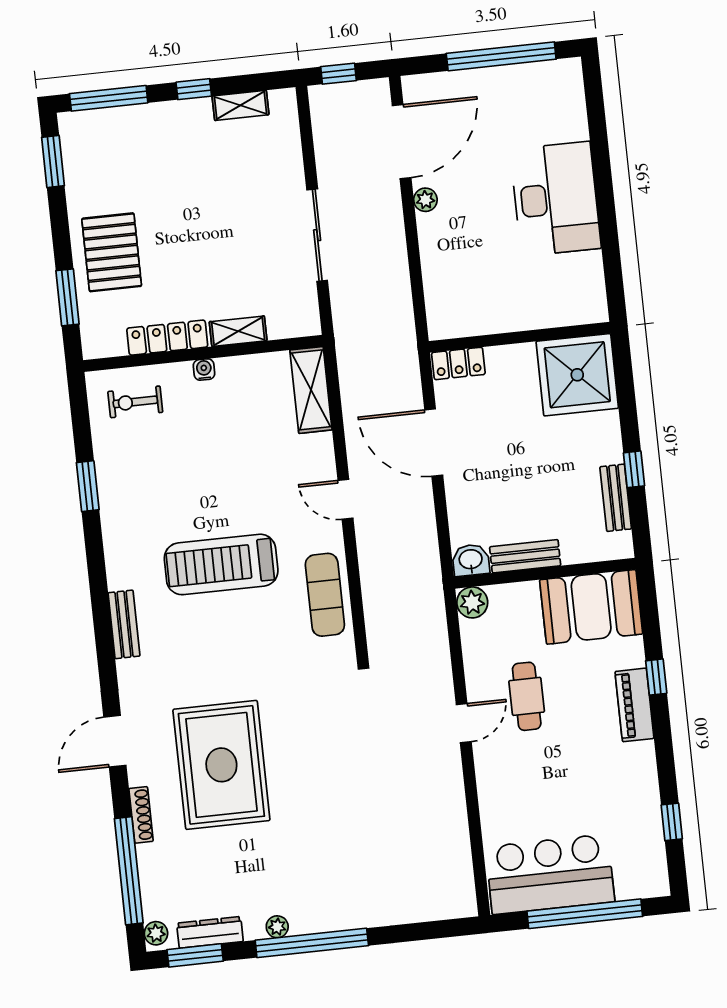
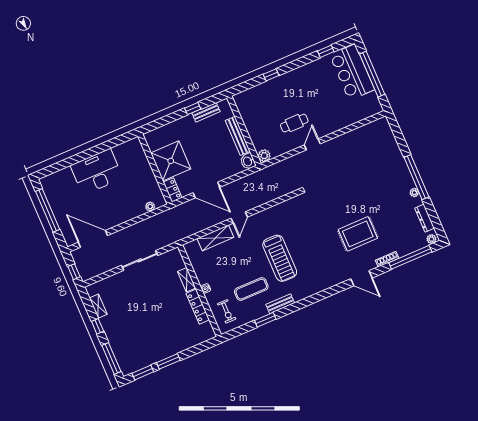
plant: (425, 200) -> (150, 206), moved
pallet: (112, 252) -> (171, 339), removed
window: (67, 297) -> (168, 361), moved
shower: (577, 375) -> (171, 161), moved
shelving: (311, 390) -> (215, 238), moved
door: (434, 443) -> (206, 190), hinge flipped
bench: (525, 556) -> (238, 136), width x1.36
exercise mat: (325, 595) -> (251, 289), moved
booth: (591, 607) -> (252, 109), removed
bench: (124, 624) -> (280, 304), moved
piano: (634, 705) -> (285, 80), removed
door: (464, 723) -> (312, 144), hinge flipped
rug: (221, 765) -> (358, 234), width x0.73, depth x0.69
bar counter: (550, 874) -> (352, 72), moved
window: (195, 955) -> (435, 221), removed

